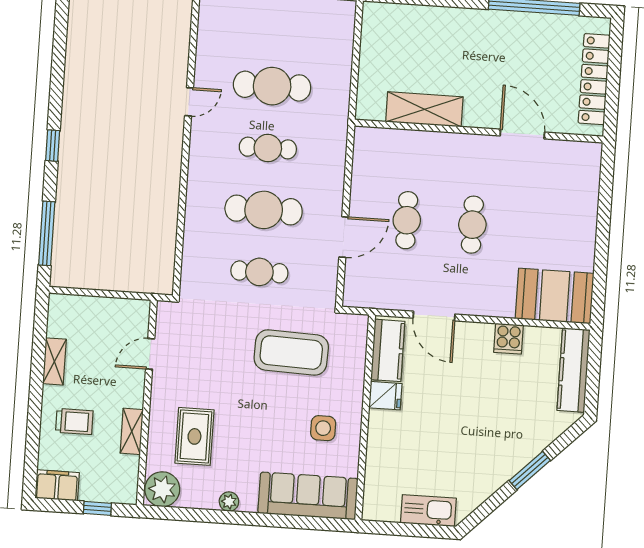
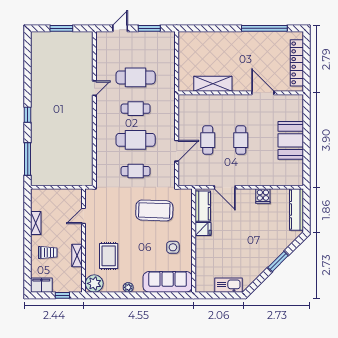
booth: (555, 296) -> (291, 140), moved, turned 90

